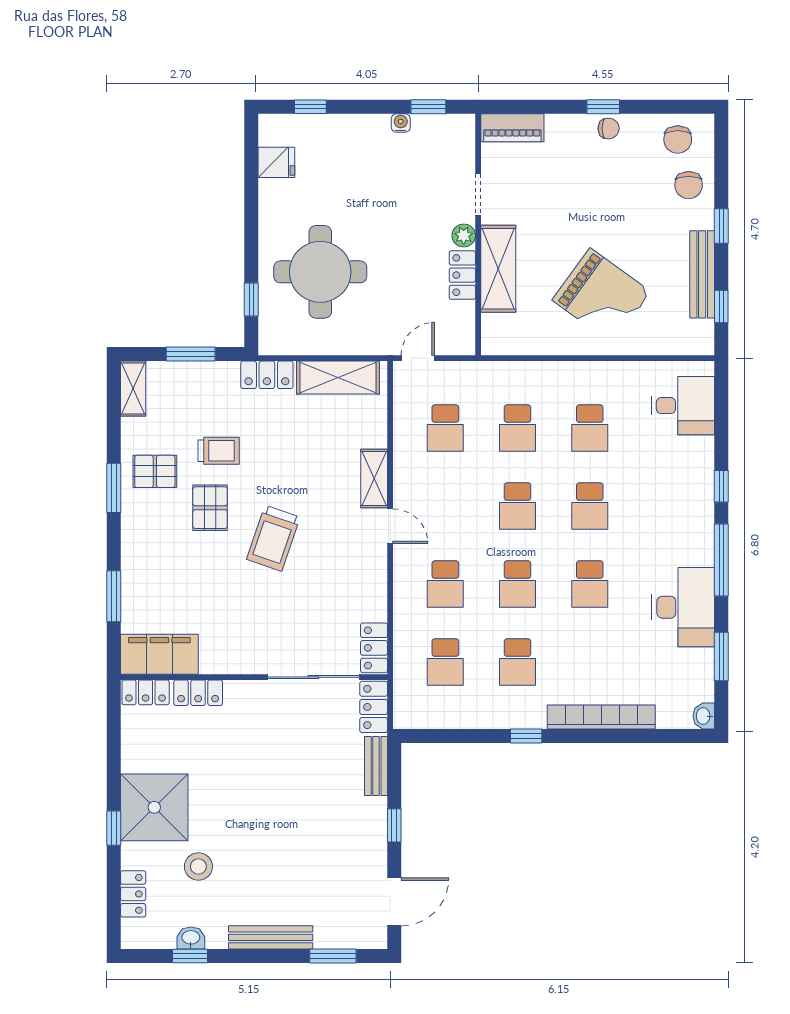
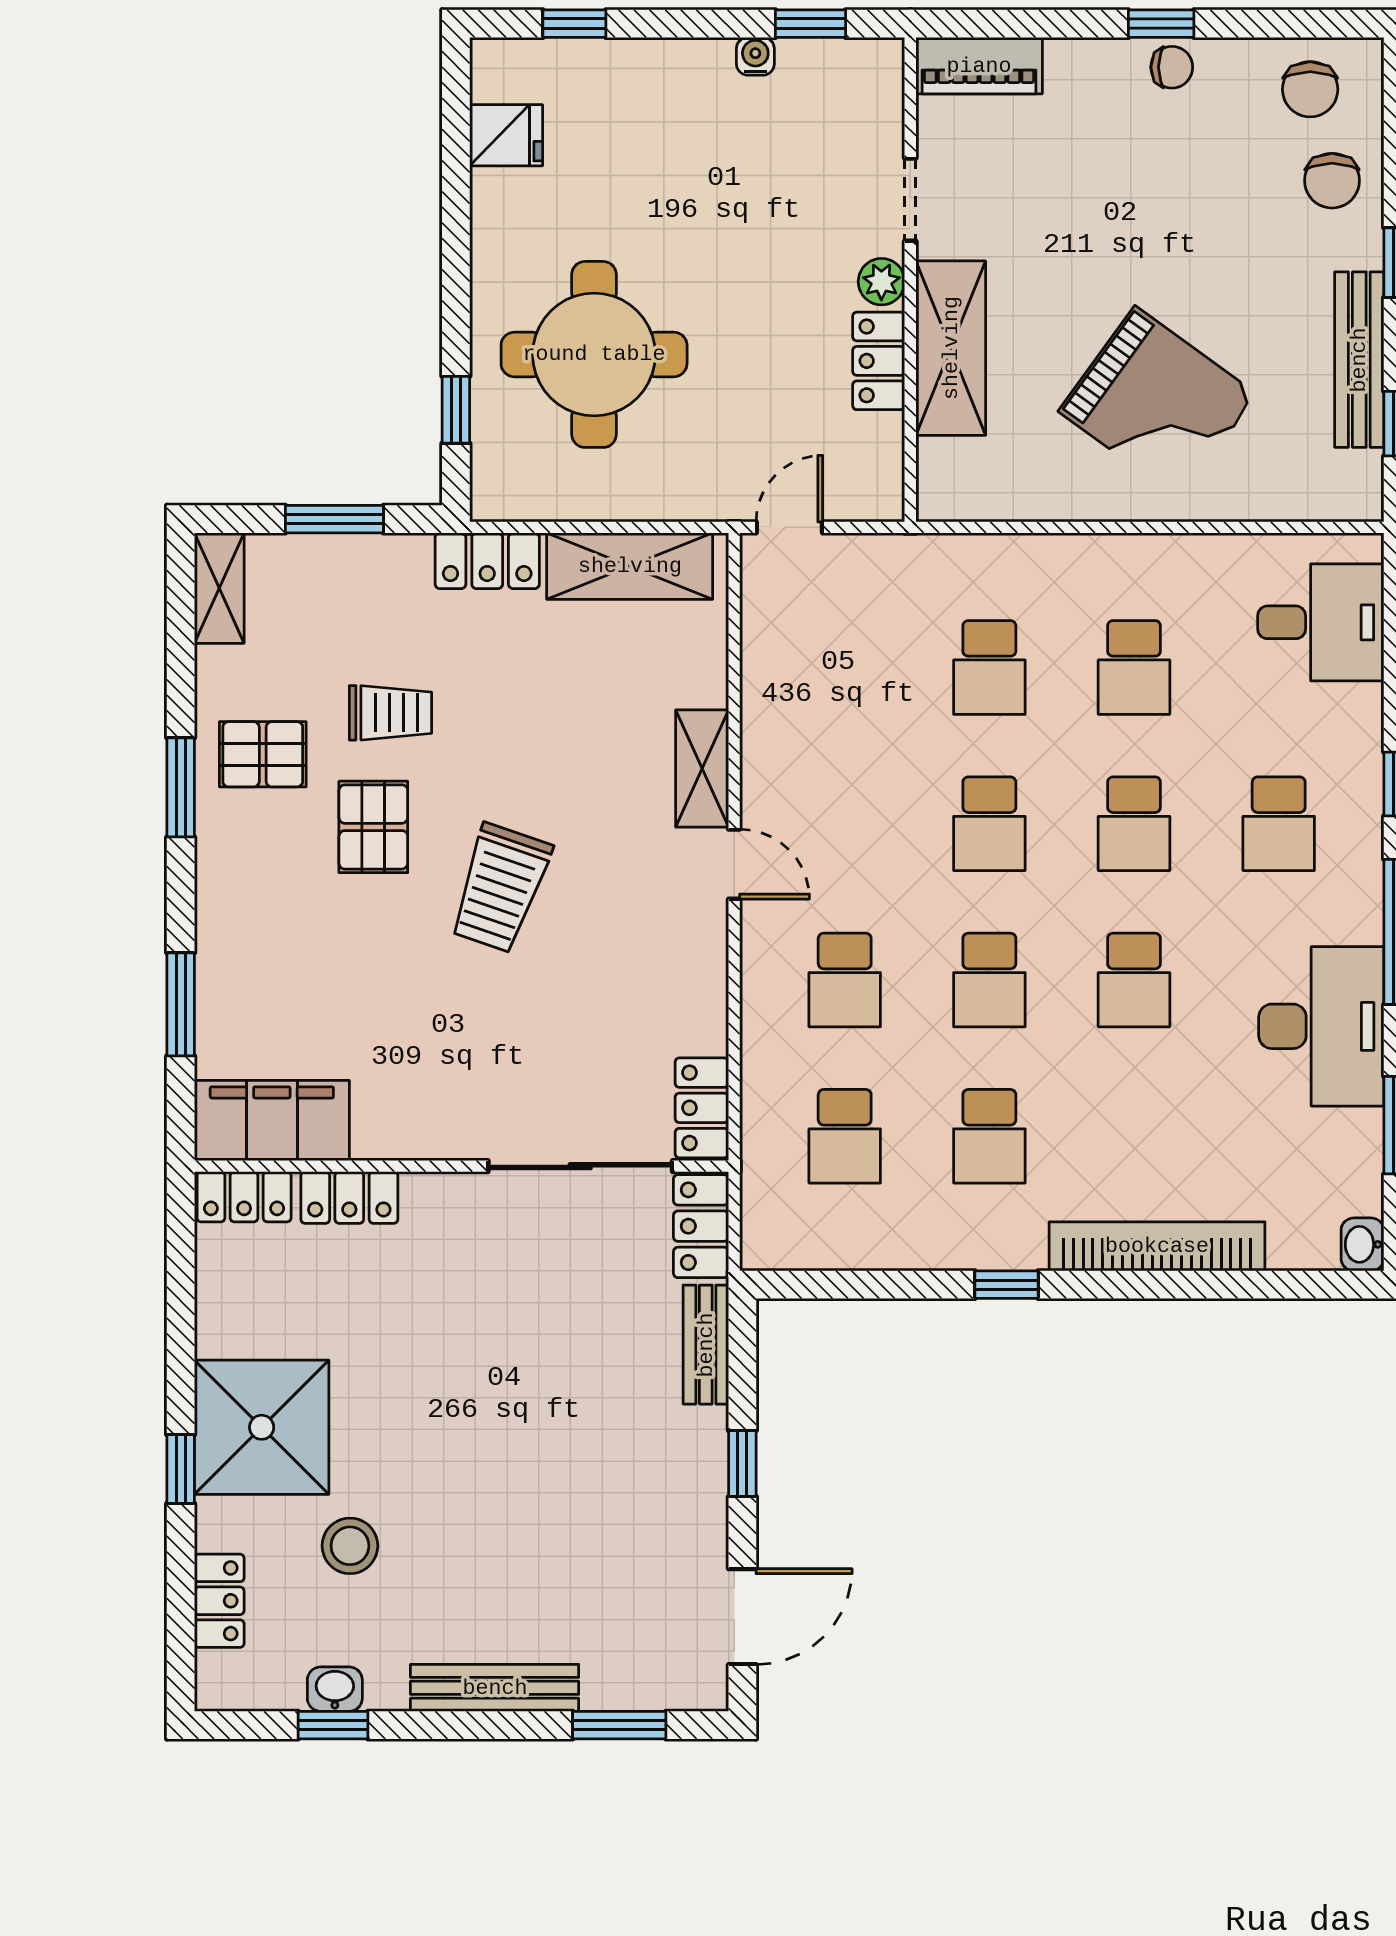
school desk: (445, 428) -> (1279, 824), moved

